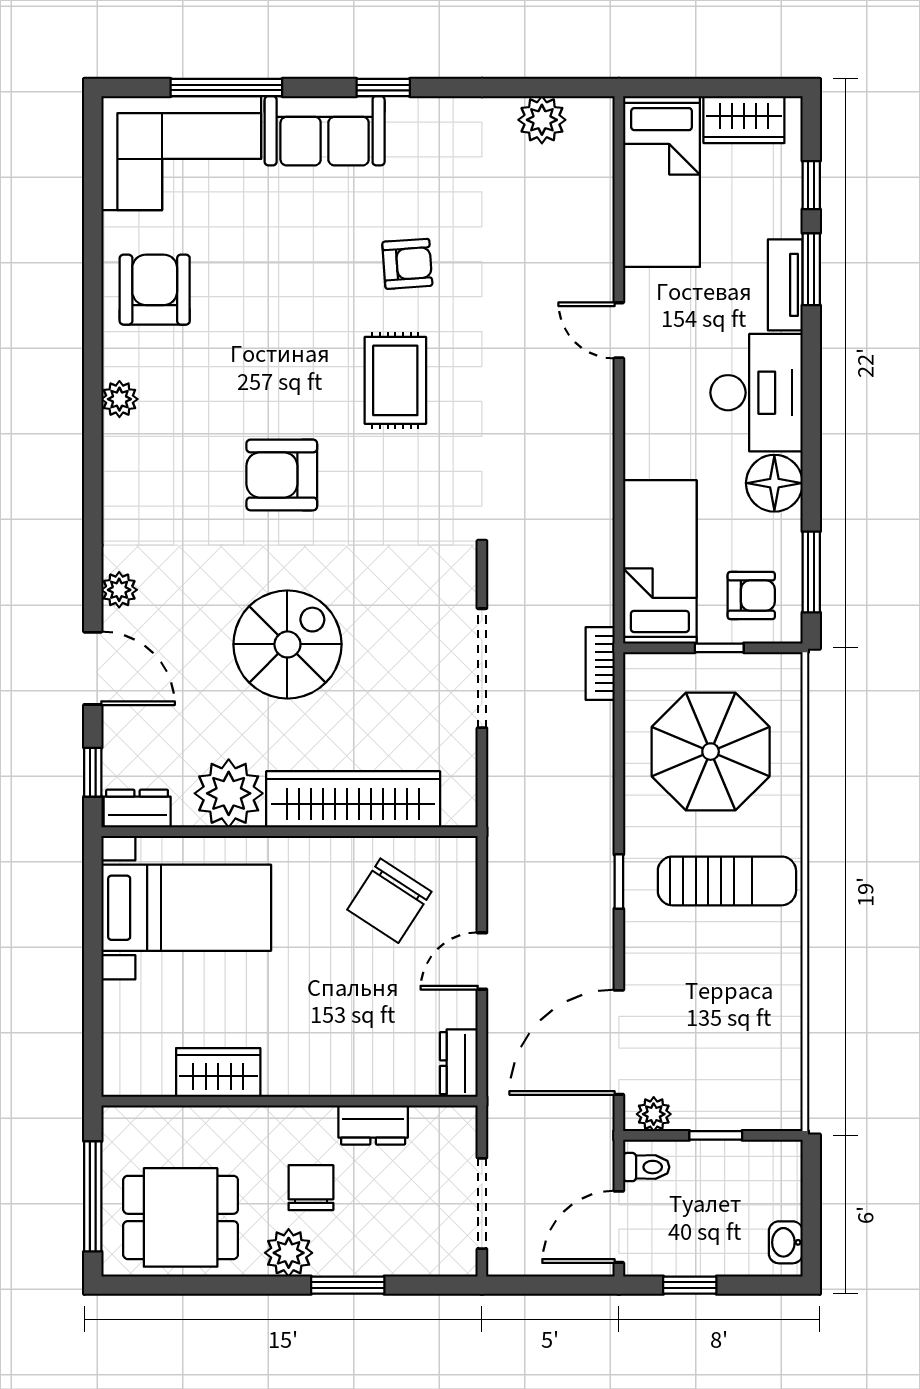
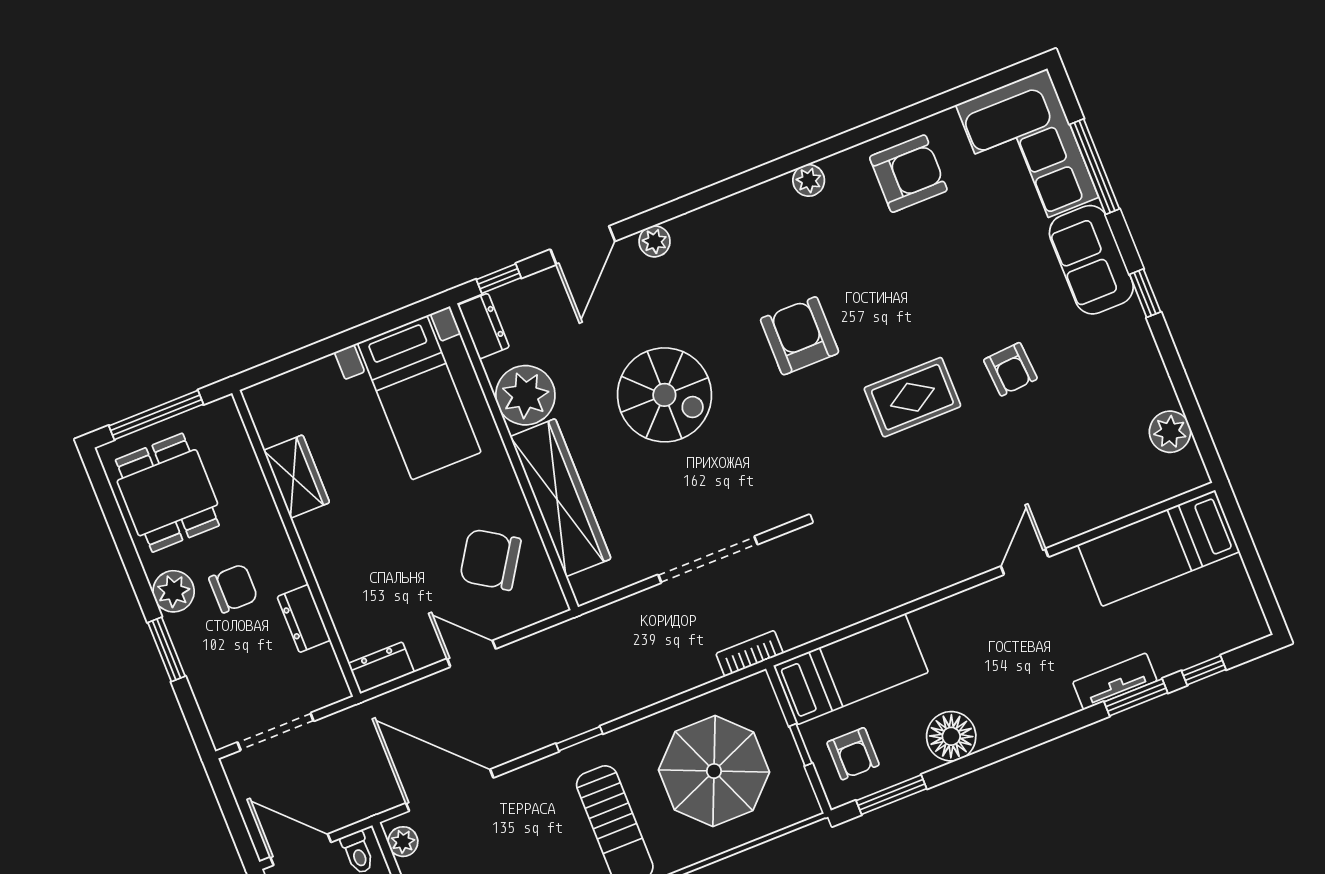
wardrobe: (744, 120) -> (1235, 595), removed
desk: (757, 393) -> (1019, 693), removed

